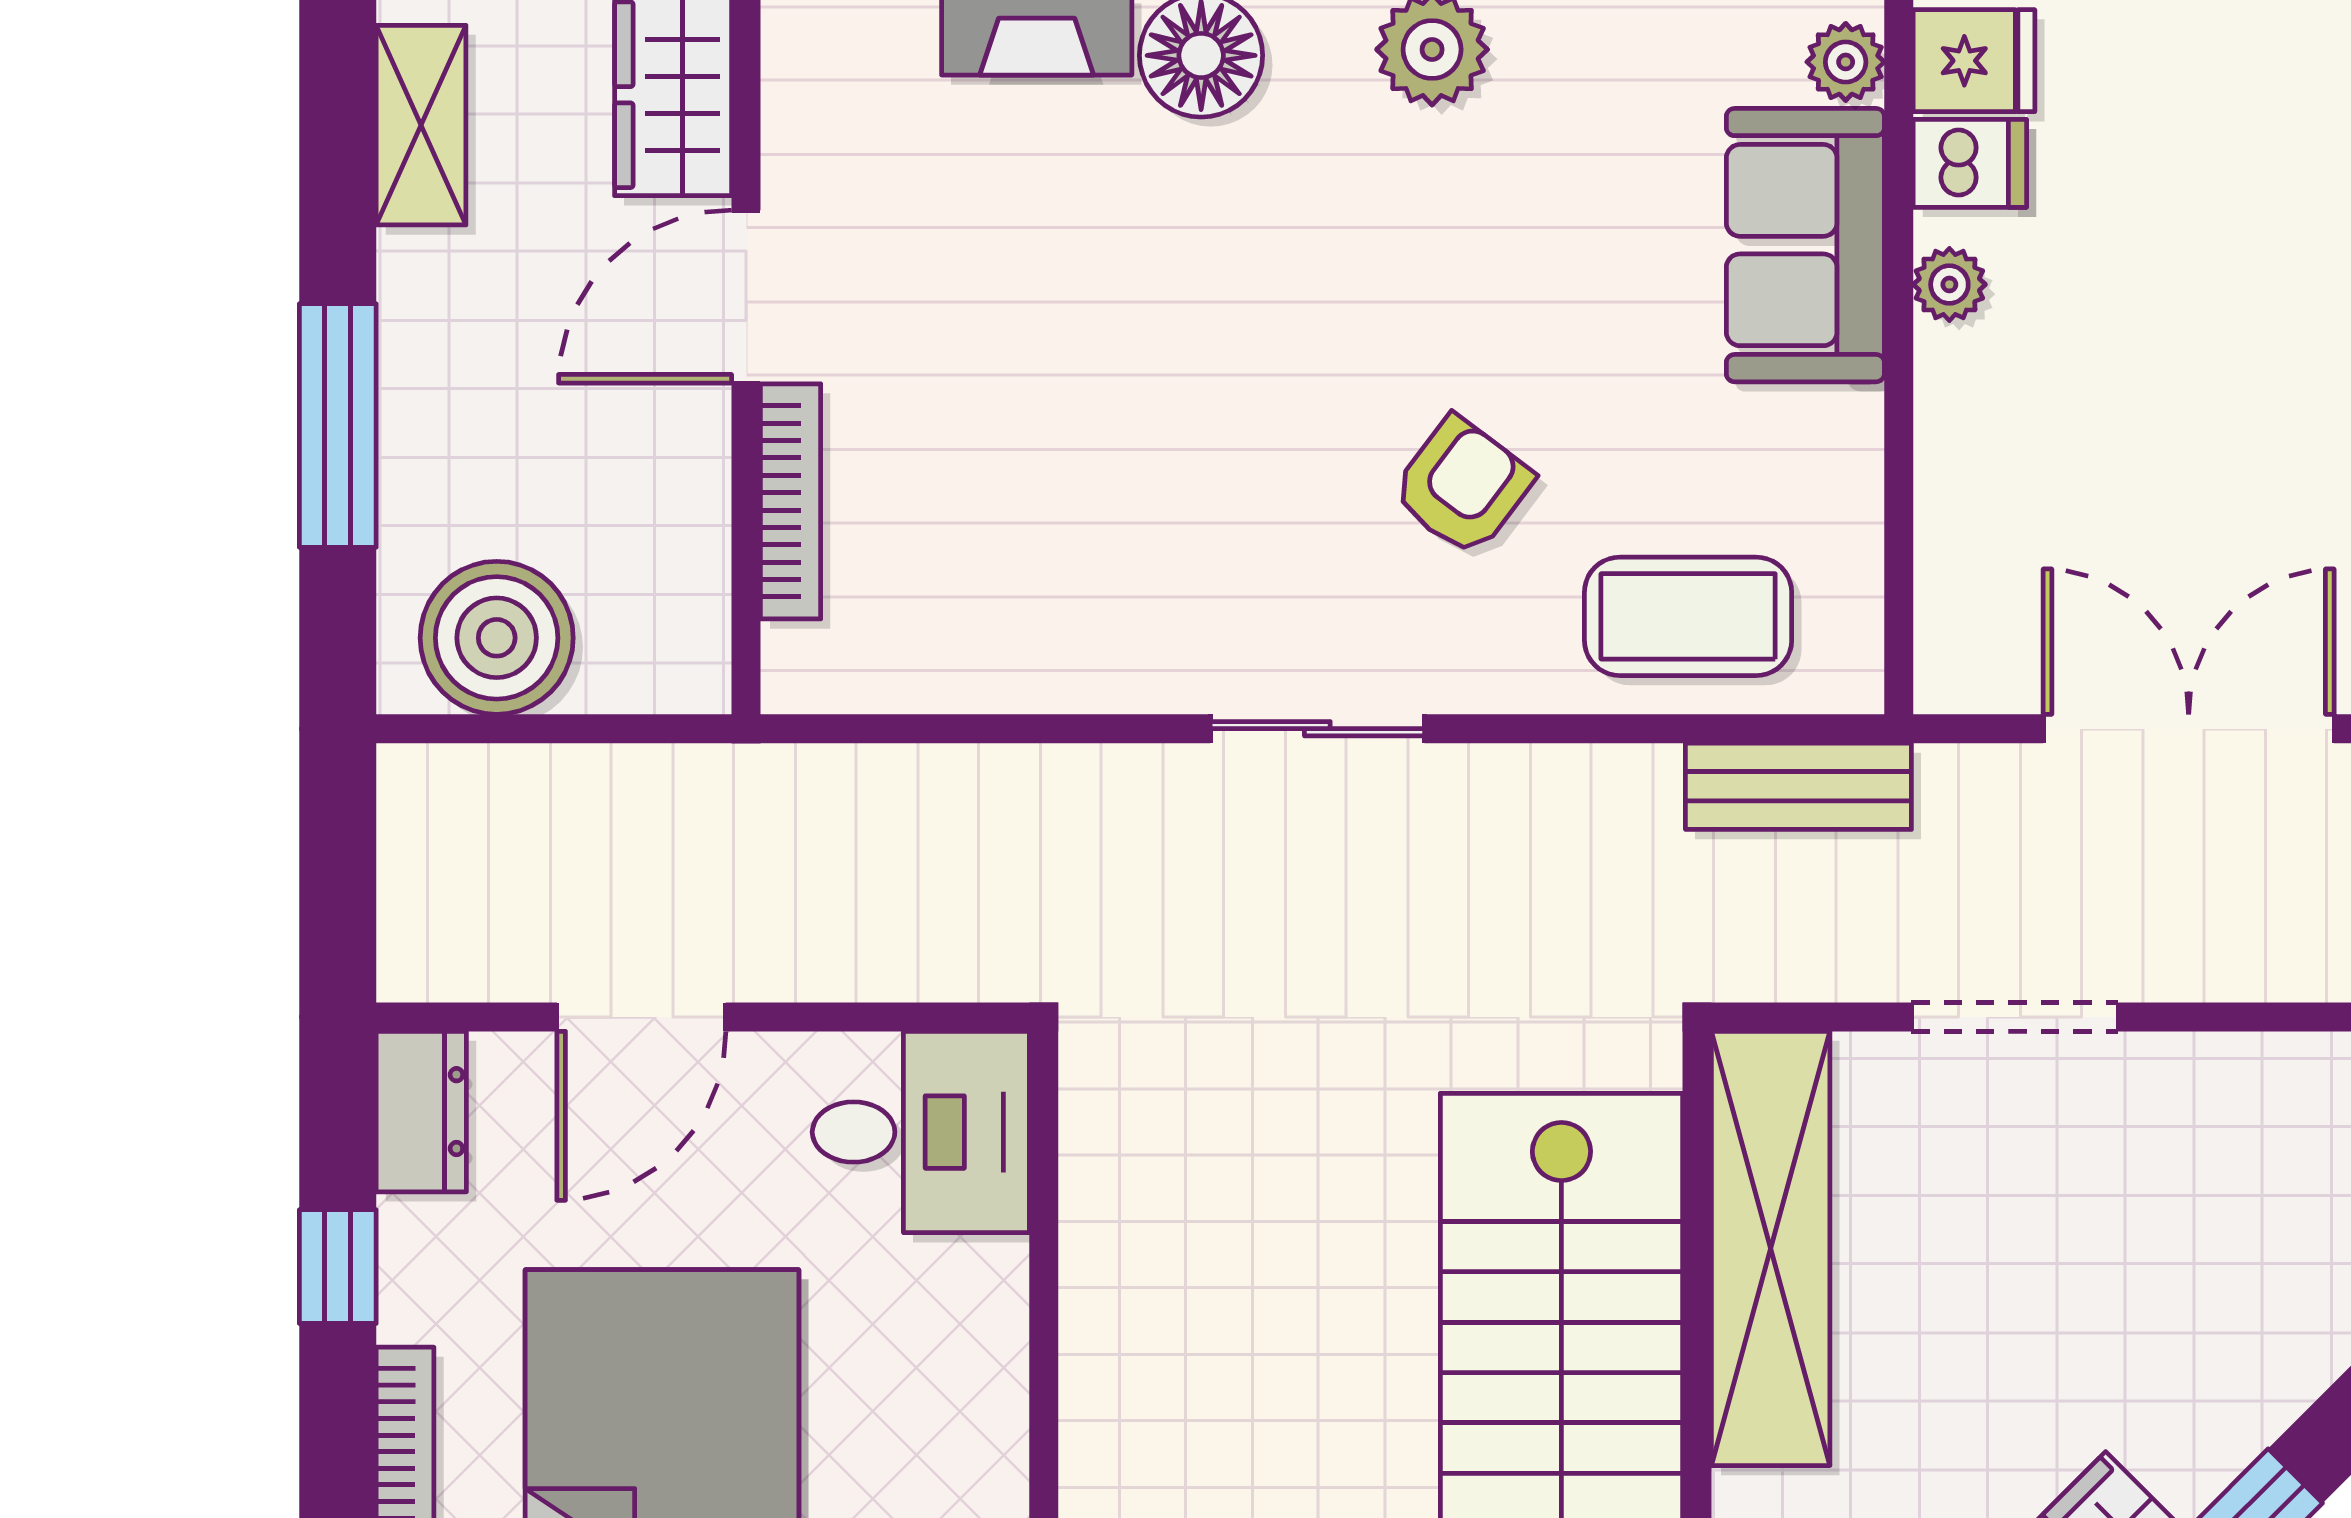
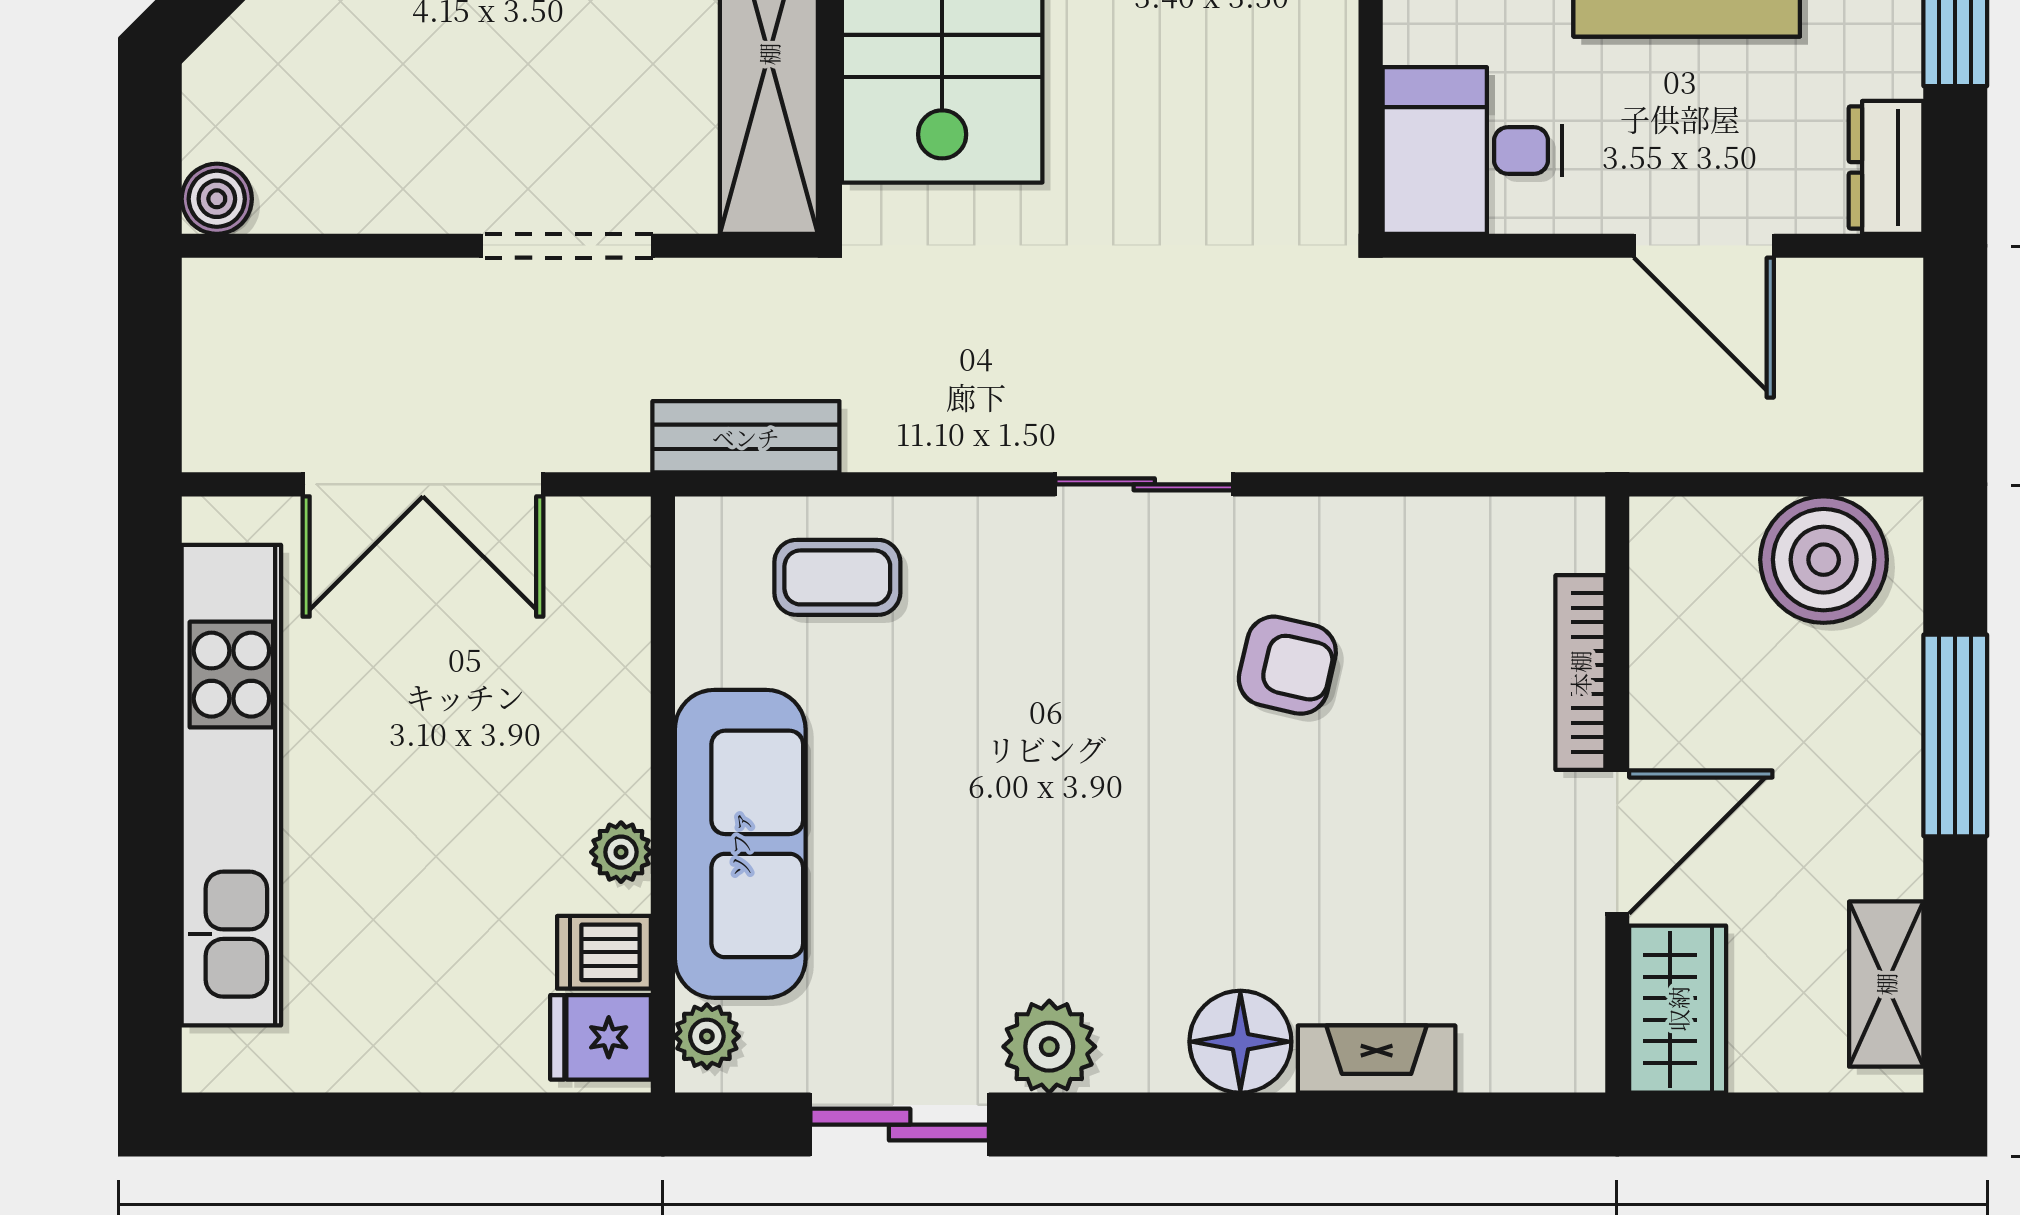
sofa: (1805, 245) -> (740, 844), width x1.36
armchair: (1462, 486) -> (1287, 665), moved, turned -114
coffee table: (1688, 616) -> (837, 577), width x0.73, depth x0.77
door: (641, 1017) -> (1704, 246), swing flipped

